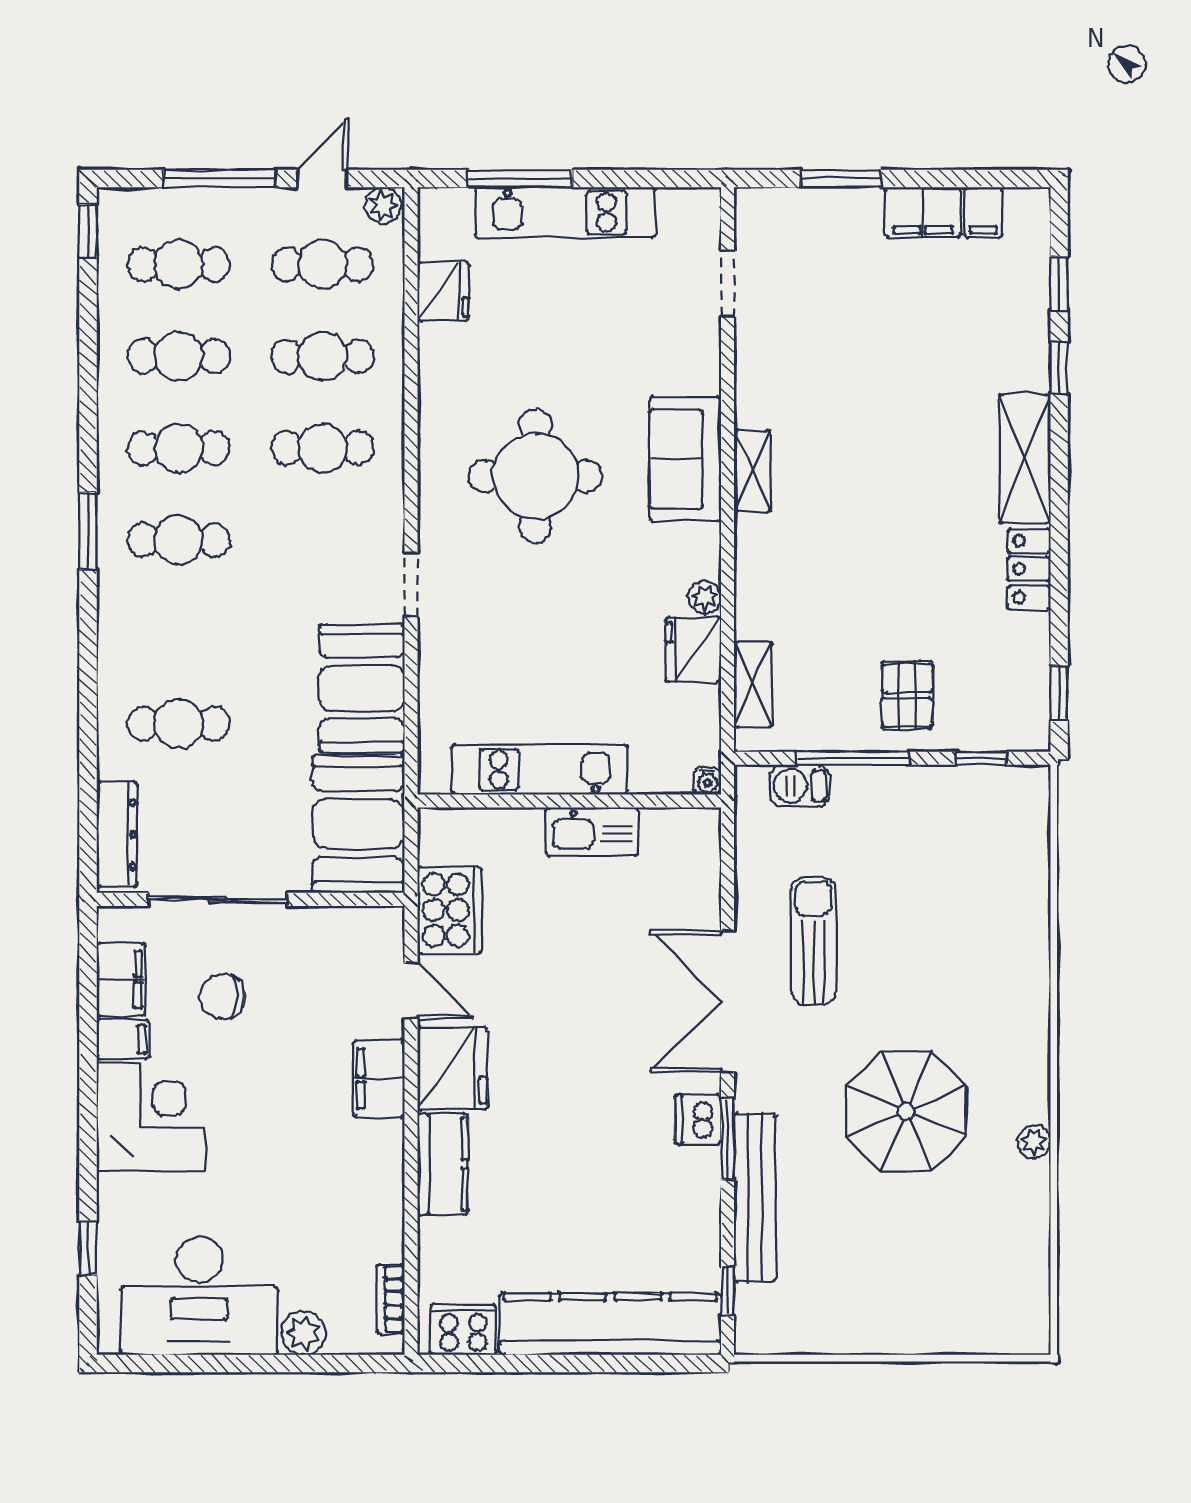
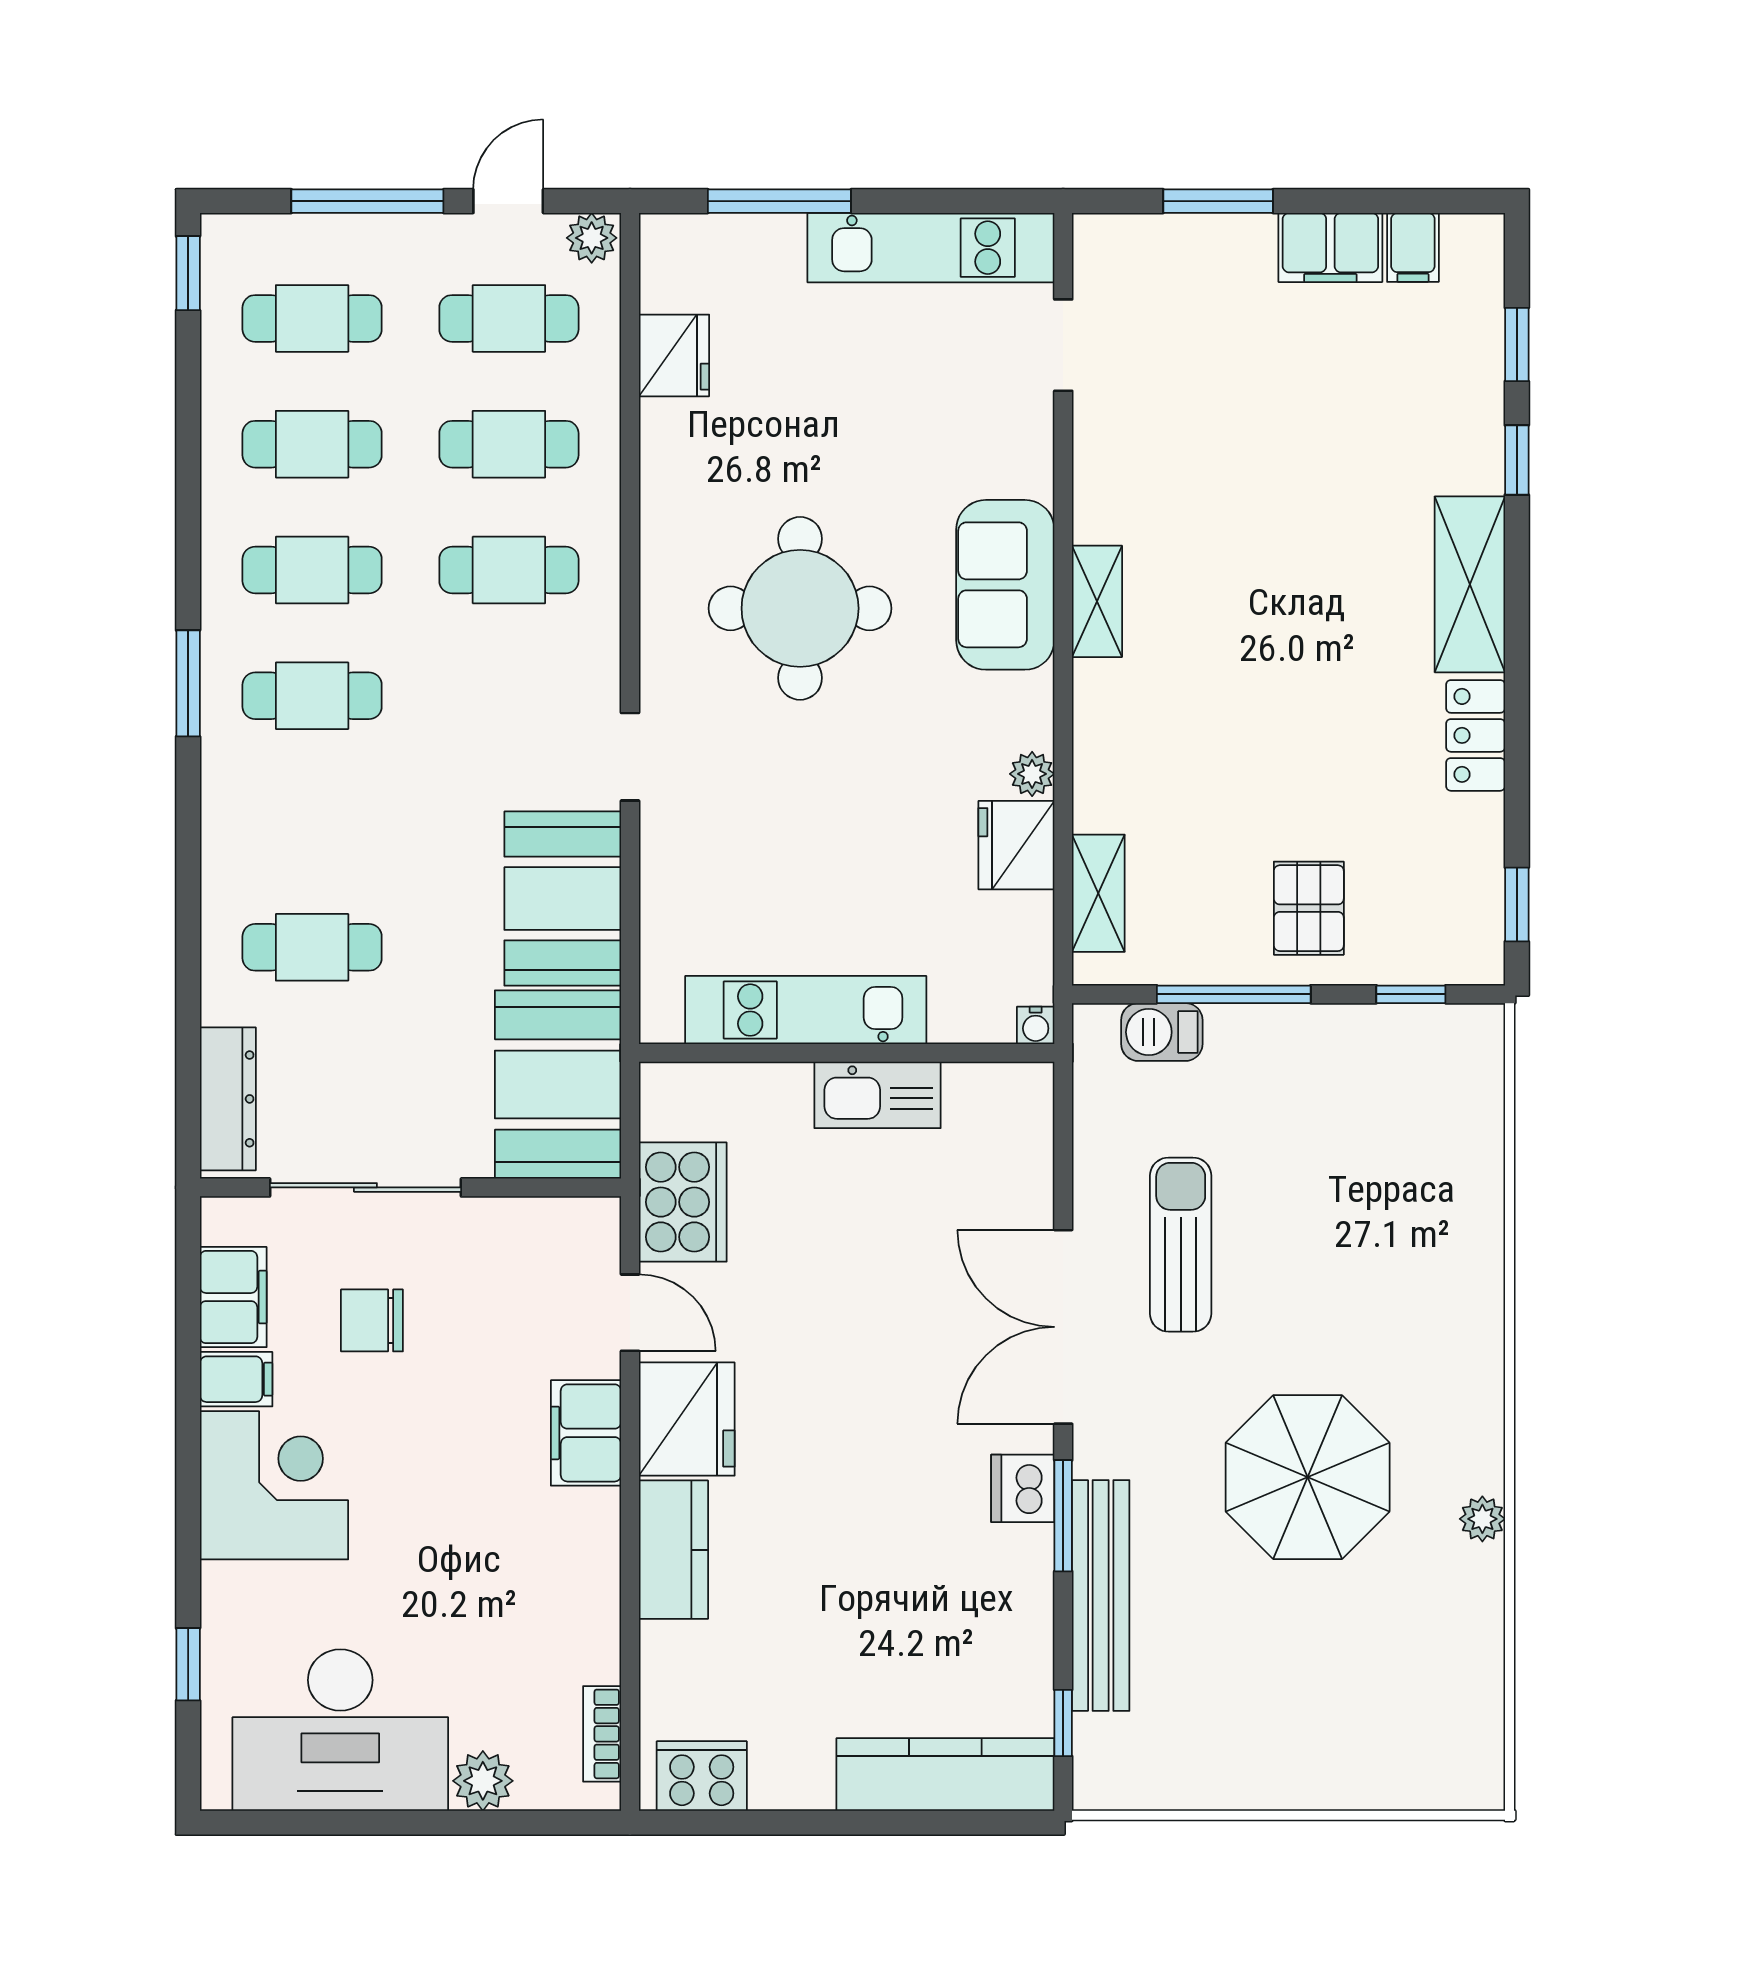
kitchen unit: (565, 212) -> (931, 248), moved
kitchen counter: (610, 1324) -> (945, 1775), width x0.72, depth x0.86

